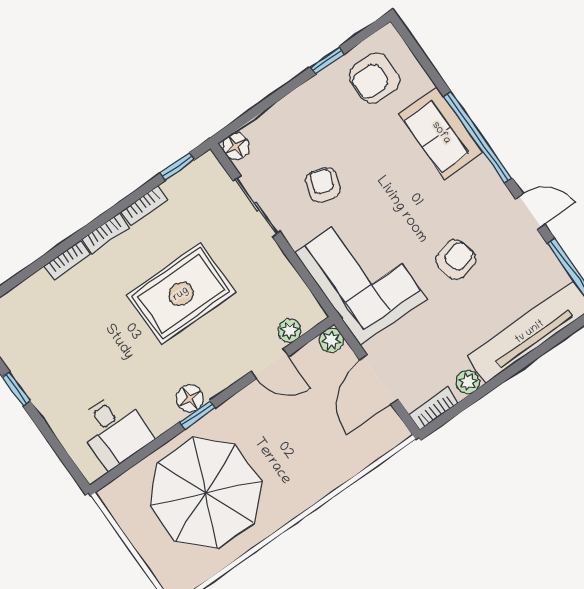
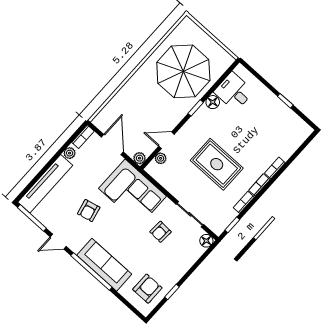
sofa: (441, 133) -> (104, 265), width x1.36
armchair: (323, 185) -> (161, 232), turned 75
rug: (181, 294) -> (217, 164), turned 90
floor lamp: (190, 398) -> (213, 102), moved

